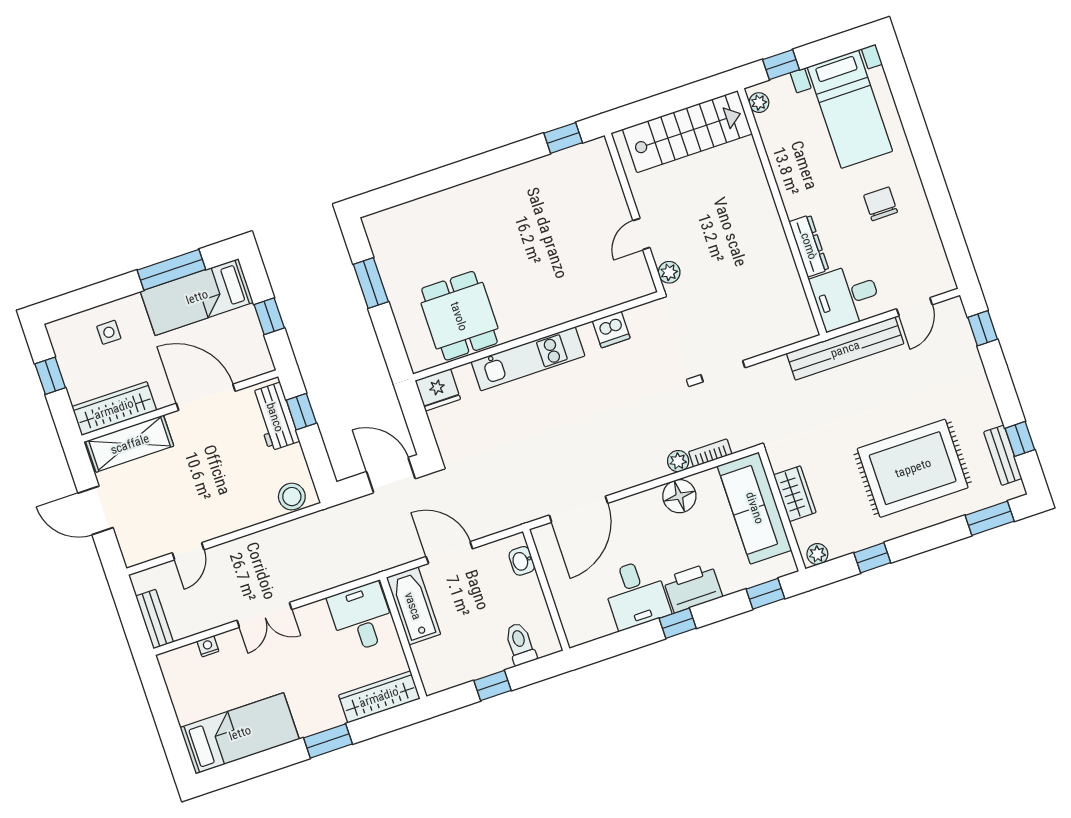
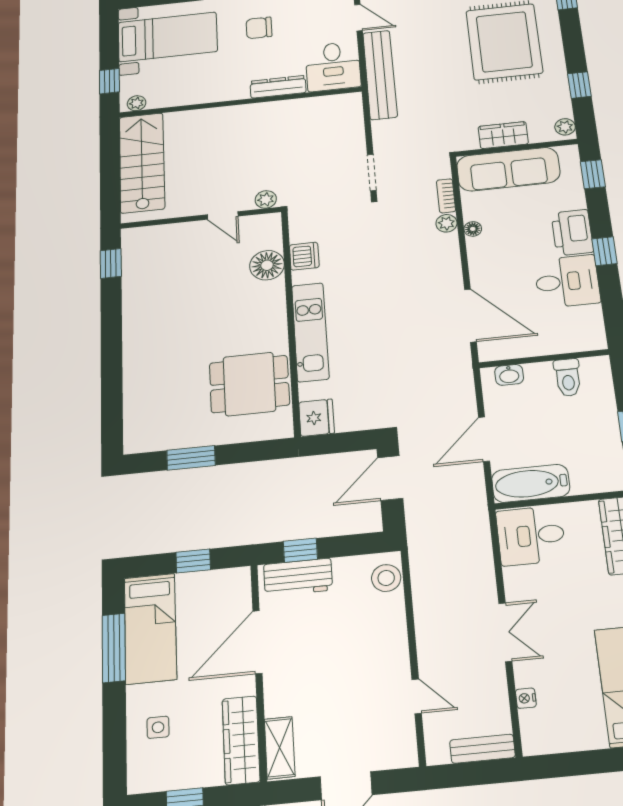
floor lamp: (593, 295) -> (267, 265), added
shelving: (130, 444) -> (280, 748), width x0.67, depth x0.75
floor lamp: (679, 496) -> (473, 229), width x0.53, depth x0.53
toilet: (520, 644) -> (568, 378), moved, turned -90

